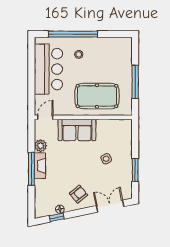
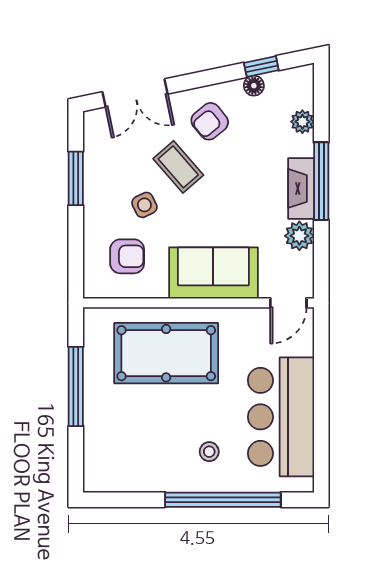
armchair: (113, 137) -> (127, 256), added
coffee table: (92, 175) -> (178, 167), added
plant: (39, 194) -> (302, 122), added

